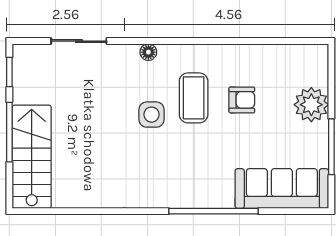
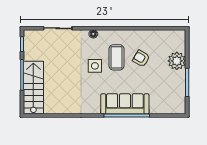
armchair: (242, 100) -> (141, 58), turned -150
sofa: (282, 189) -> (125, 104), moved

